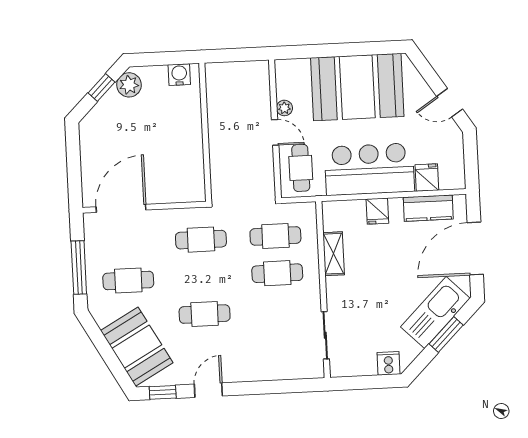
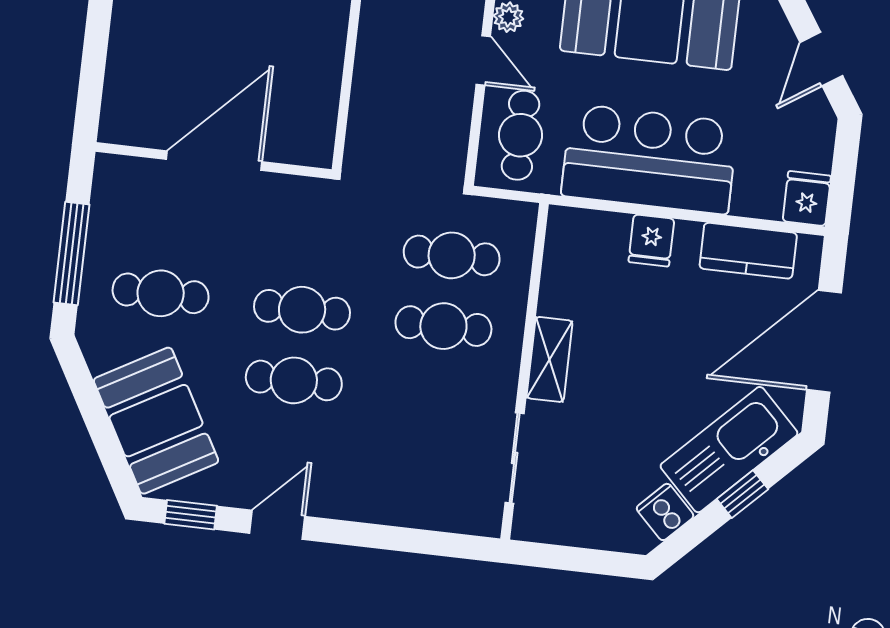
door: (450, 103) -> (821, 59), hinge flipped
fridge: (427, 178) -> (807, 199), moved
door: (121, 208) -> (214, 161), moved
cafe table: (201, 240) -> (302, 310), moved
shelving: (334, 254) -> (550, 359), moved
window: (446, 334) -> (742, 494), width x0.67
cooker: (388, 363) -> (665, 512), moved, turned -45

